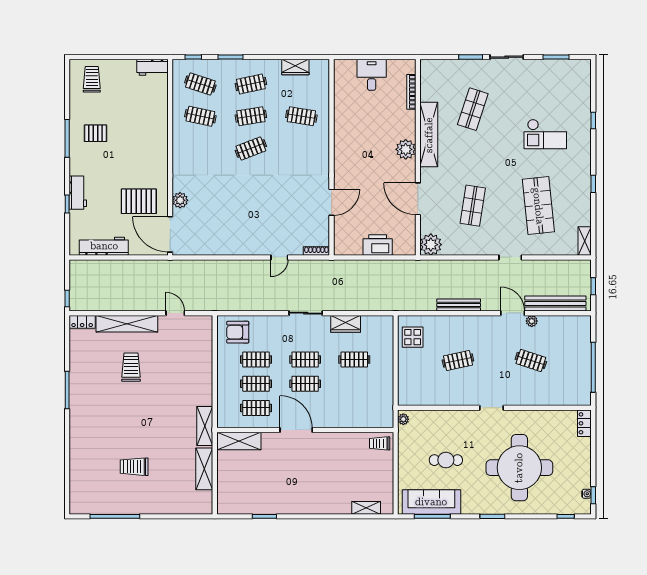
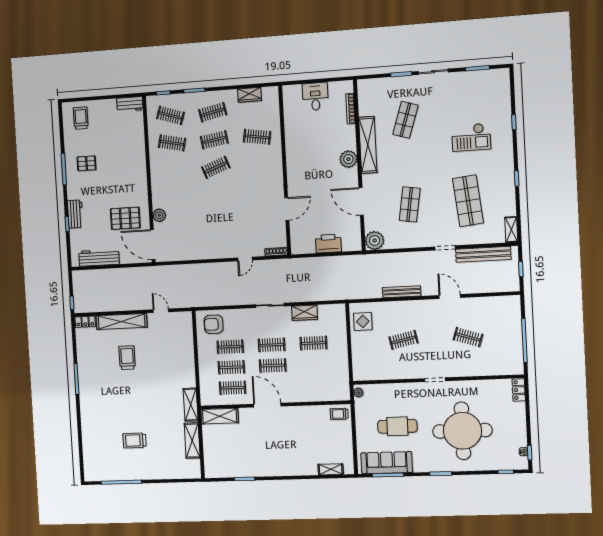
bench: (555, 303) -> (483, 254), moved
plant: (532, 321) -> (467, 303), removed
cafe table: (446, 460) -> (397, 426), width x1.37, depth x1.35

